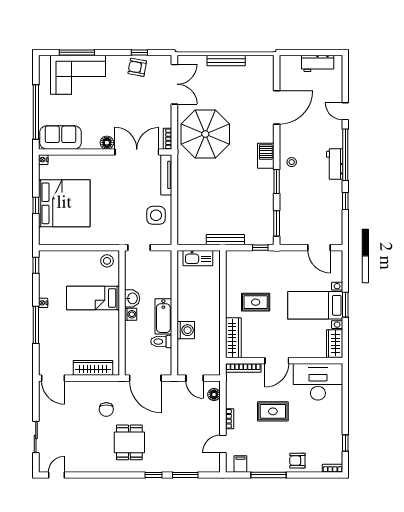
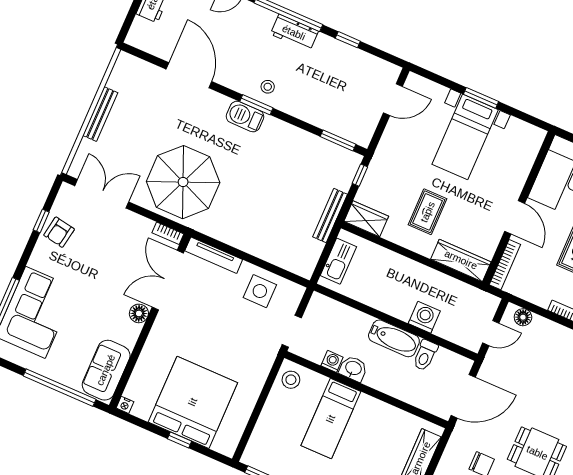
window: (277, 182) -> (256, 105), moved
washing machine: (131, 314) -> (332, 361), moved
wardrobe: (335, 343) -> (366, 219), moved, turned 180

